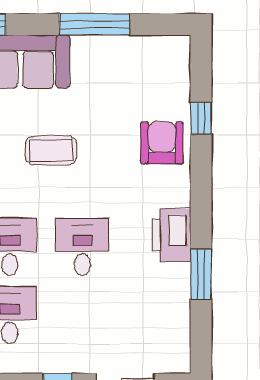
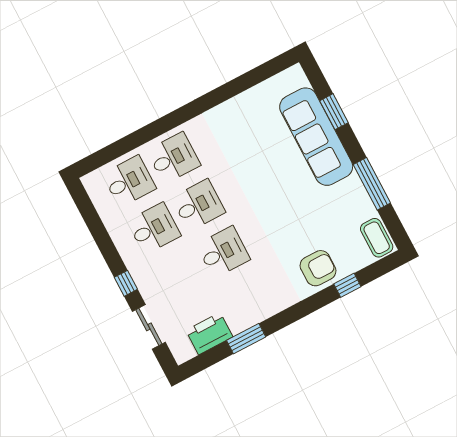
coffee table: (51, 150) -> (377, 238), moved
printer: (172, 235) -> (209, 334), moved

